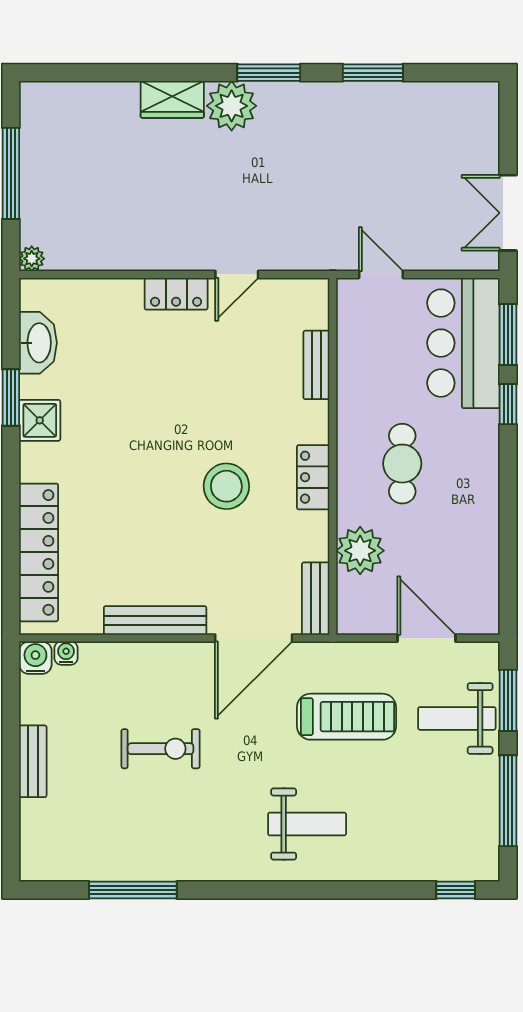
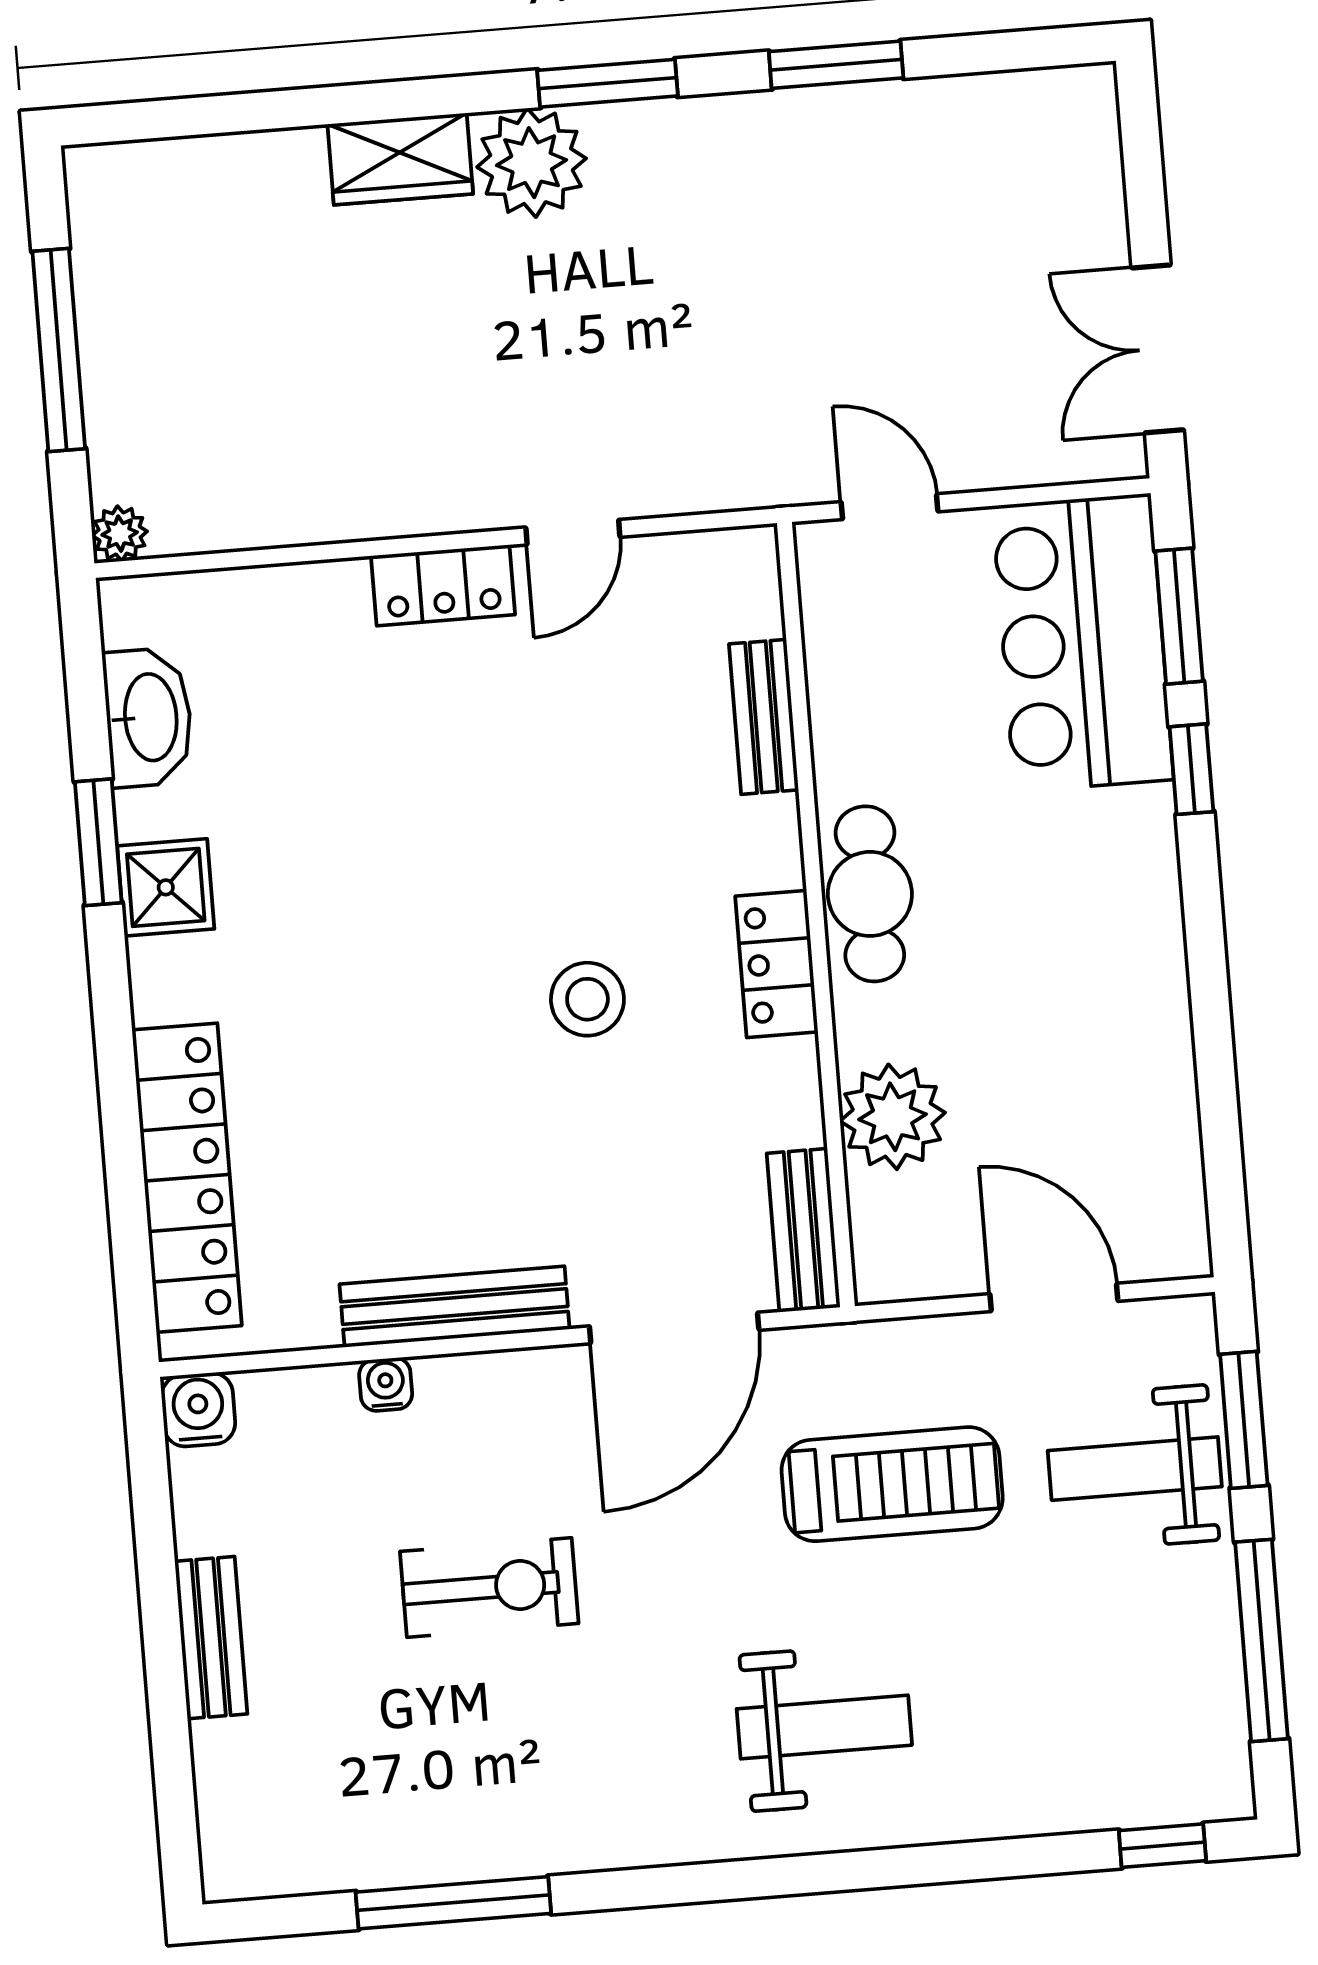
cafe table: (402, 464) -> (870, 894), moved
stool: (226, 486) -> (587, 999), width x0.73, depth x0.73
water cooler: (66, 653) -> (386, 1384), moved

